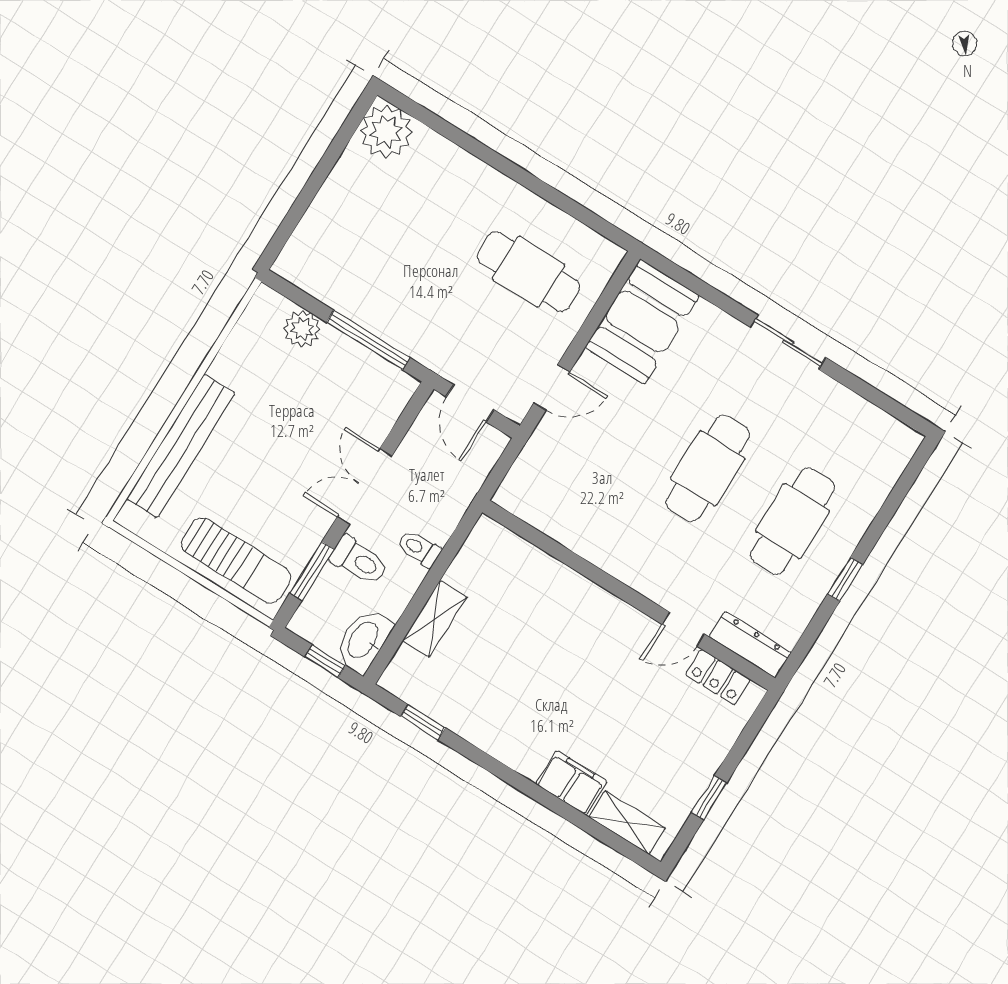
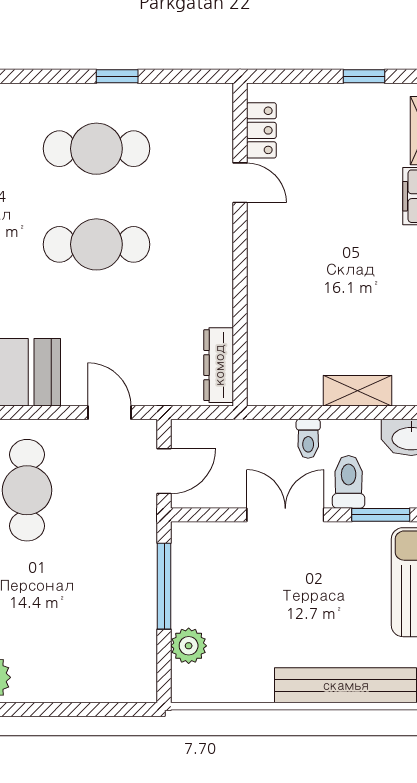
double door: (365, 487) -> (285, 515), swing flipped
dresser: (750, 645) -> (219, 365), moved

